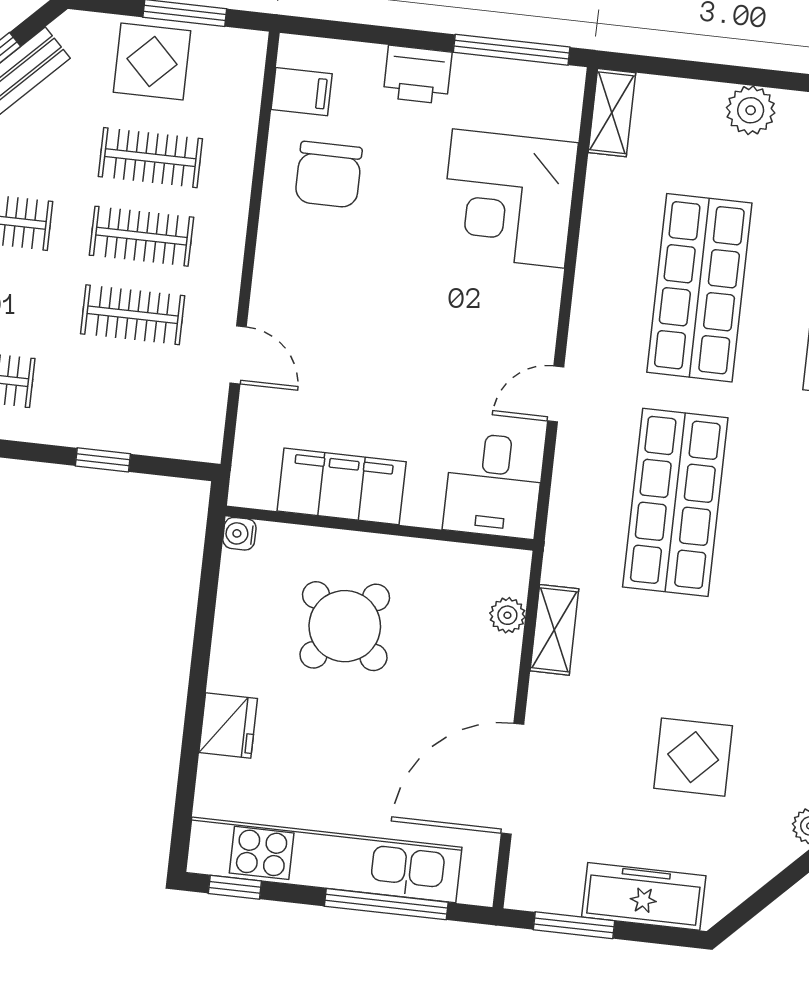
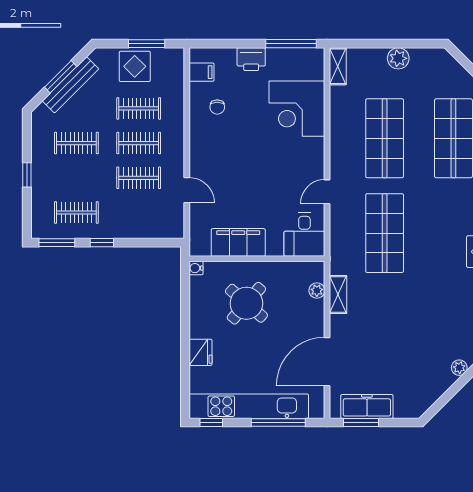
chair: (328, 175) -> (217, 107), width x0.54, depth x0.54
window: (103, 460) -> (102, 243), moved
display table: (693, 757) -> (405, 343), removed
freezer: (644, 896) -> (367, 406), moved

